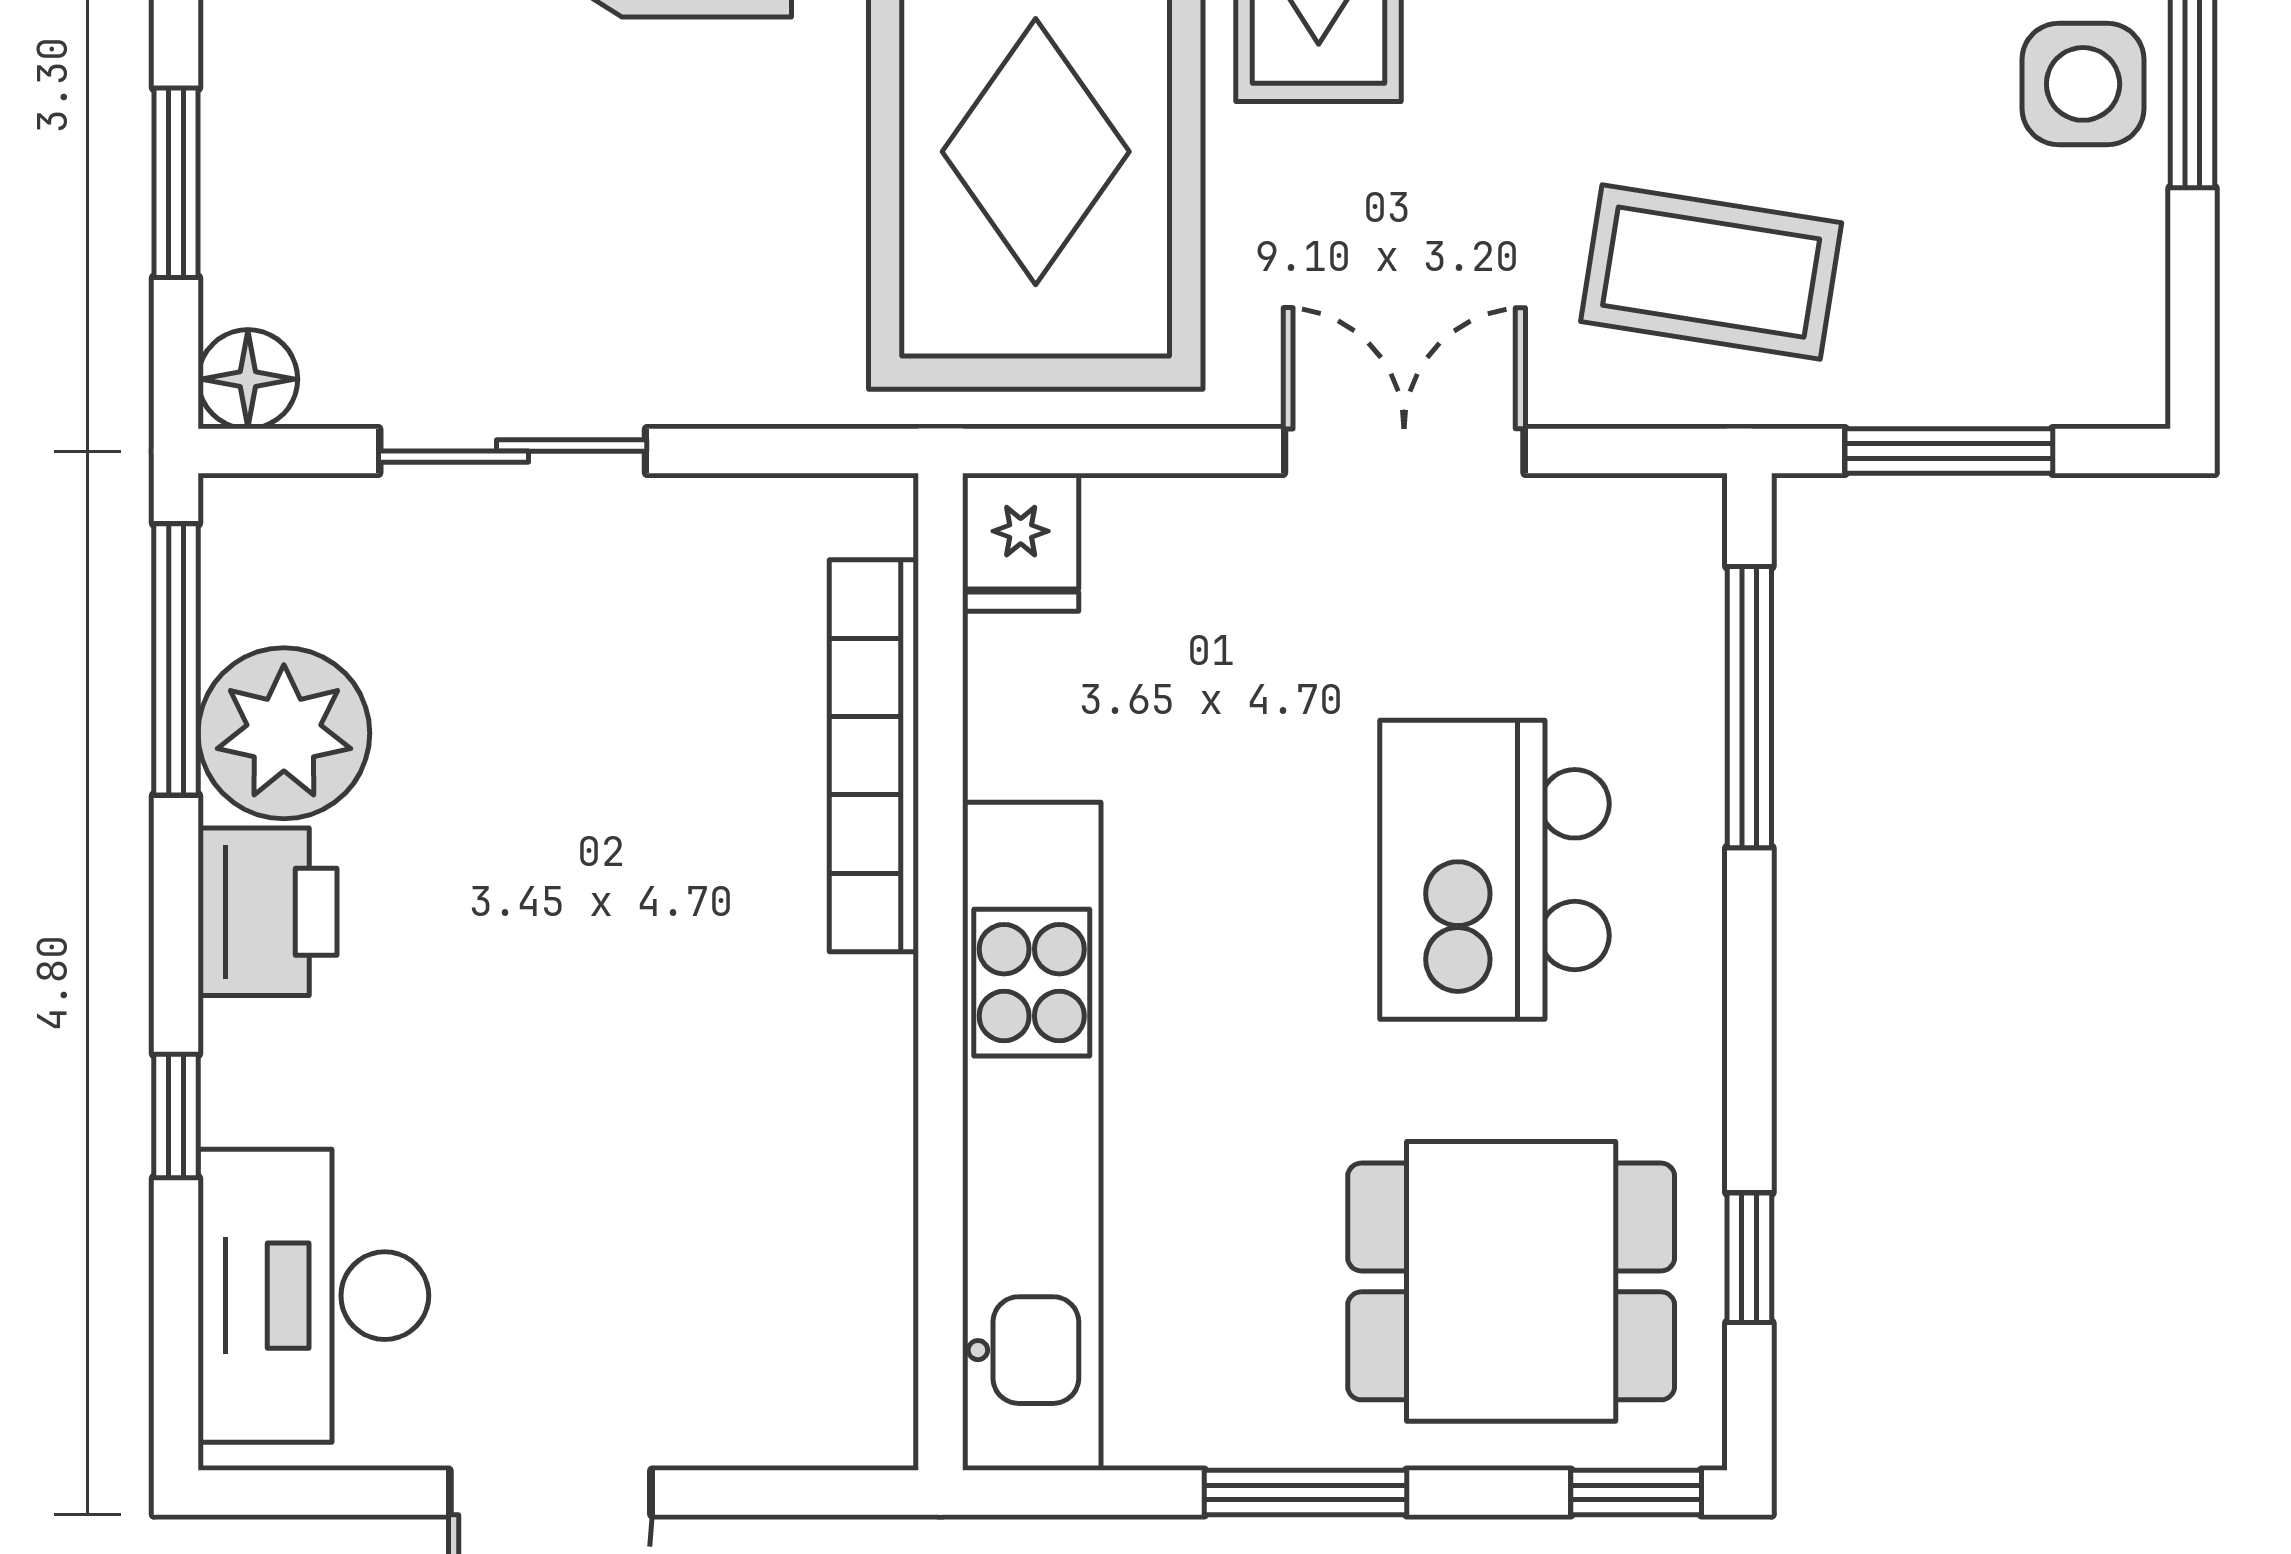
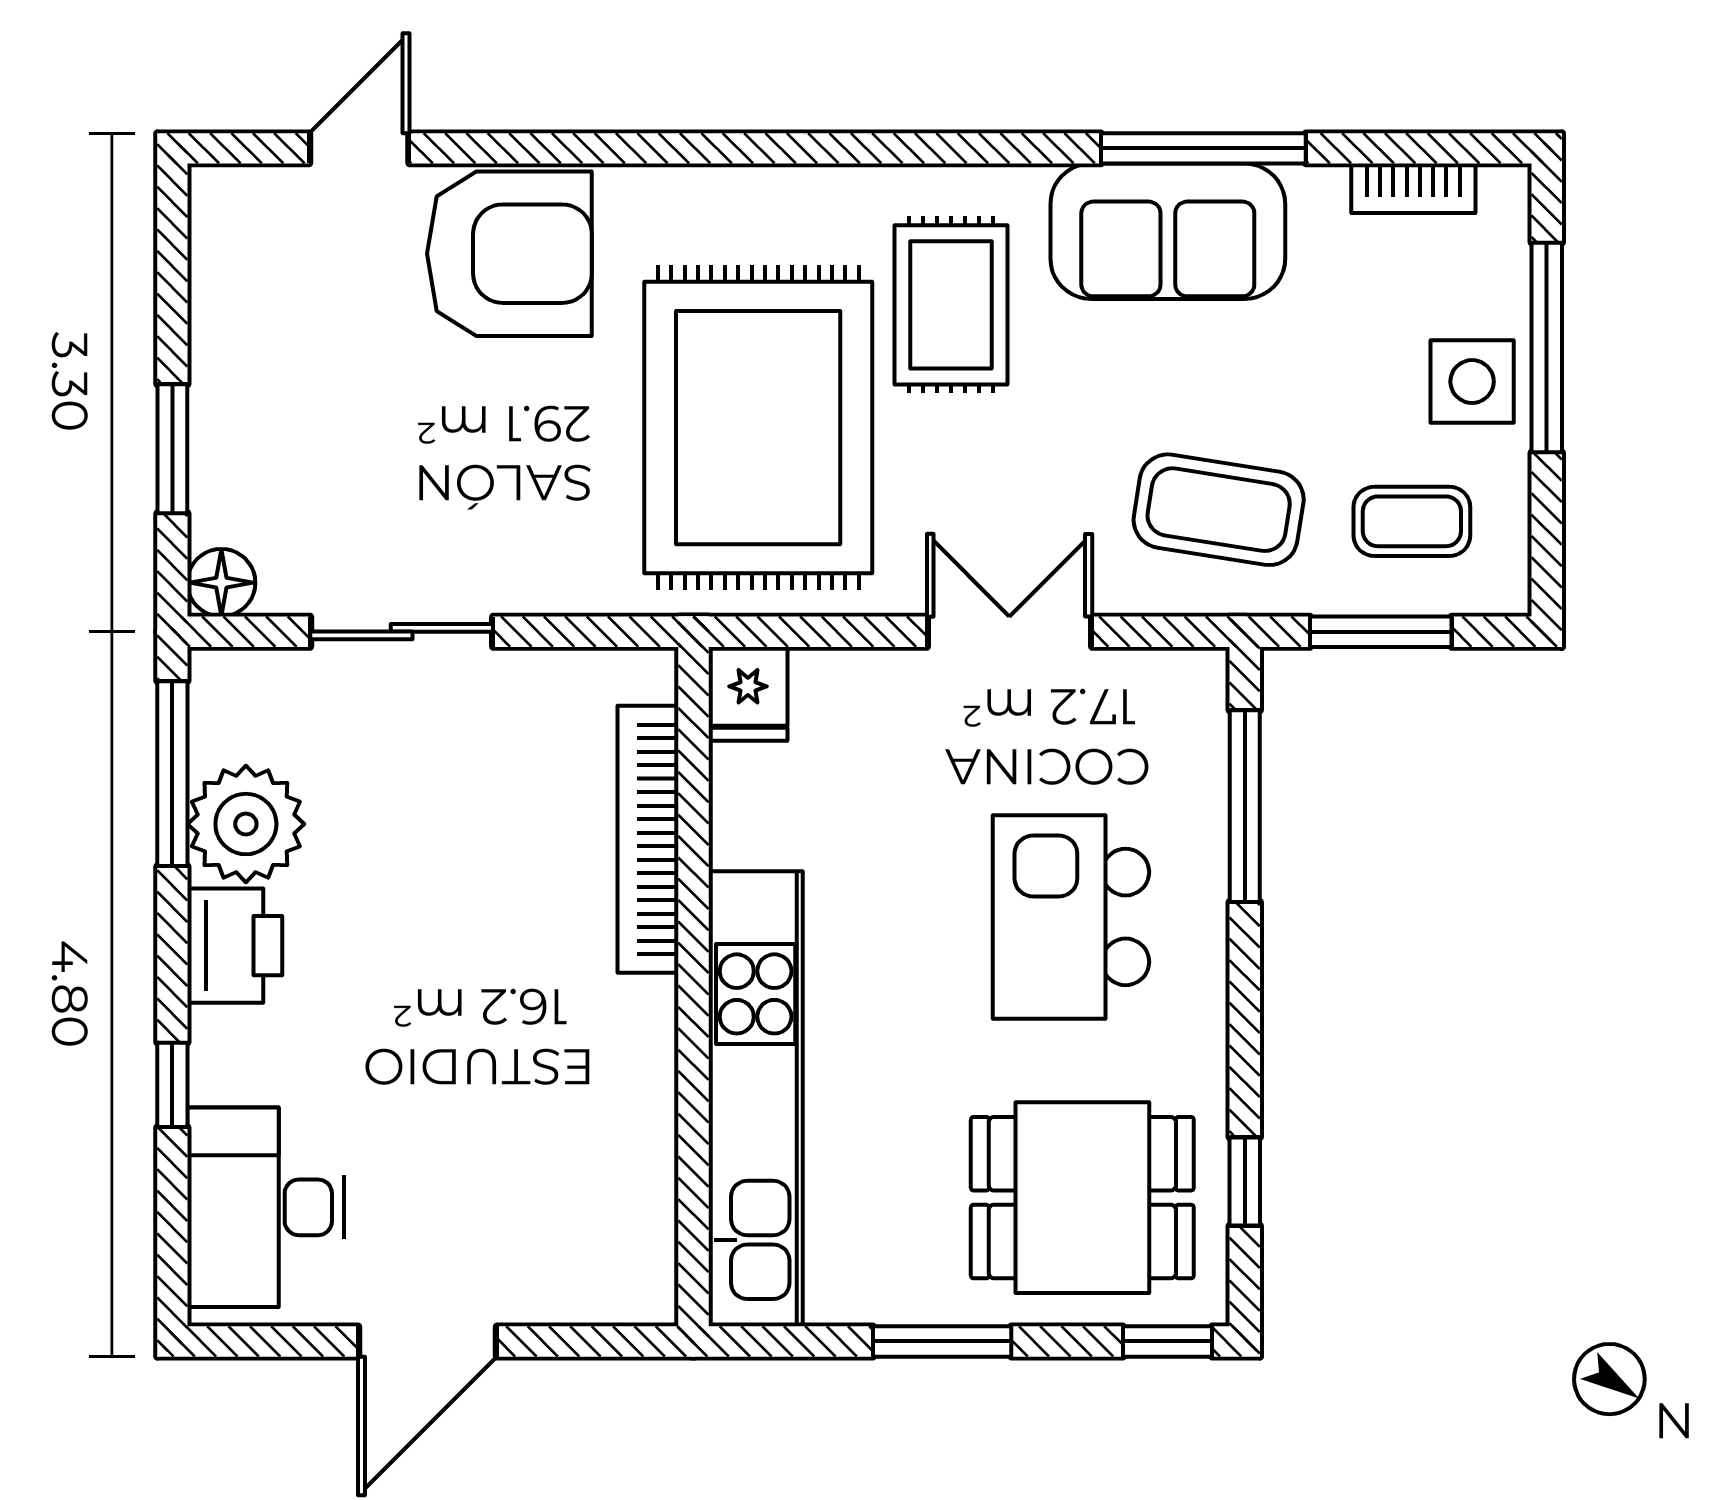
coffee table: (1995, 289) -> (1412, 521), added

